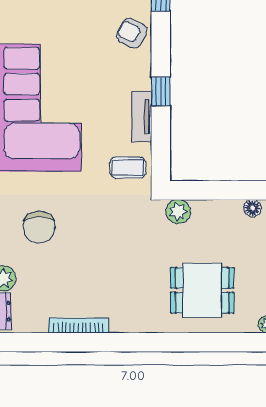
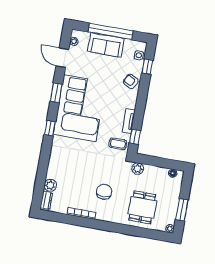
window: (161, 91) -> (135, 137), moved
chair: (39, 227) -> (104, 192), moved, turned 180
dining table: (202, 290) -> (142, 207), turned 90

